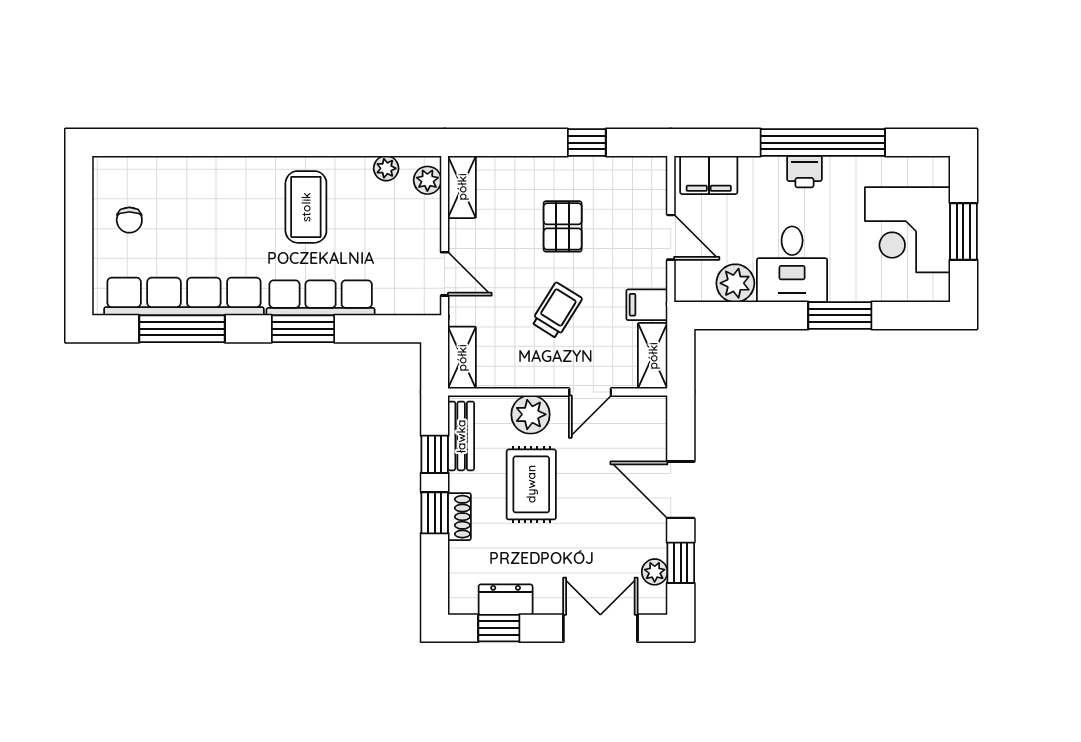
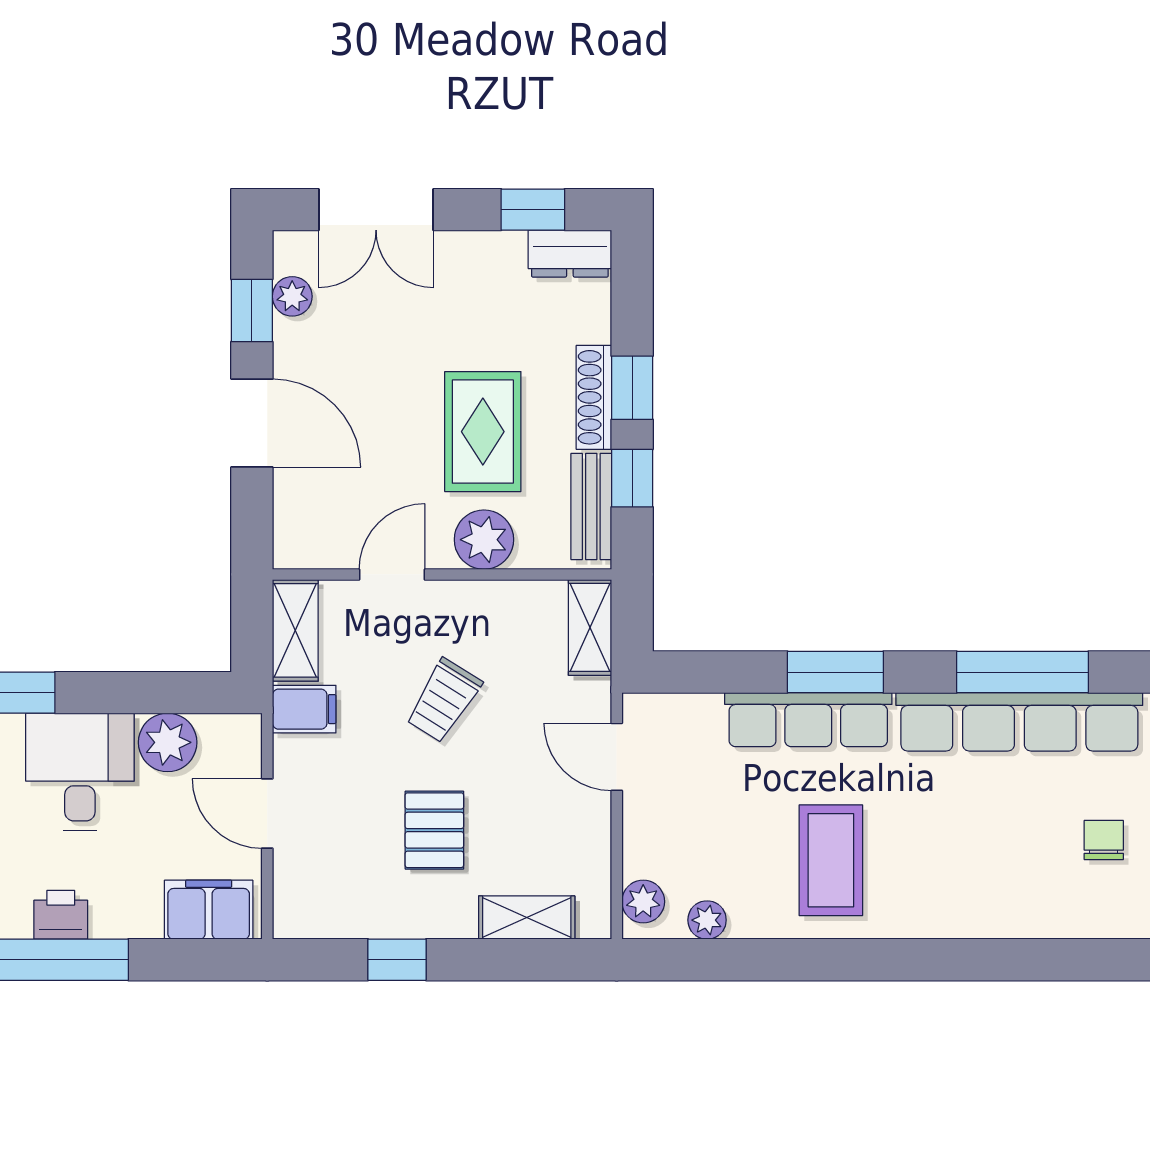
shelving: (462, 187) -> (527, 918), moved, turned 90
shoe rack: (459, 517) -> (594, 397), width x1.43
dresser: (506, 600) -> (570, 254), moved

